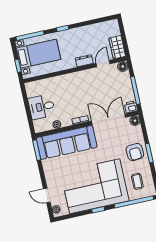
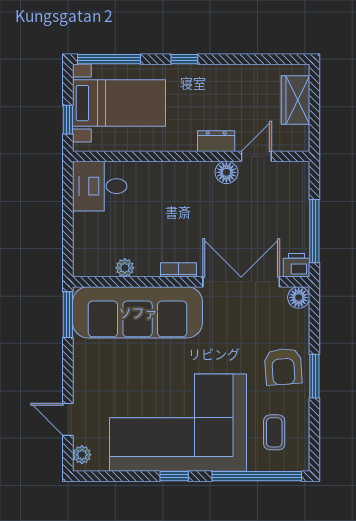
wardrobe: (117, 47) -> (295, 100), moved
floor lamp: (123, 66) -> (226, 172), moved
desk: (42, 107) -> (100, 186), moved

